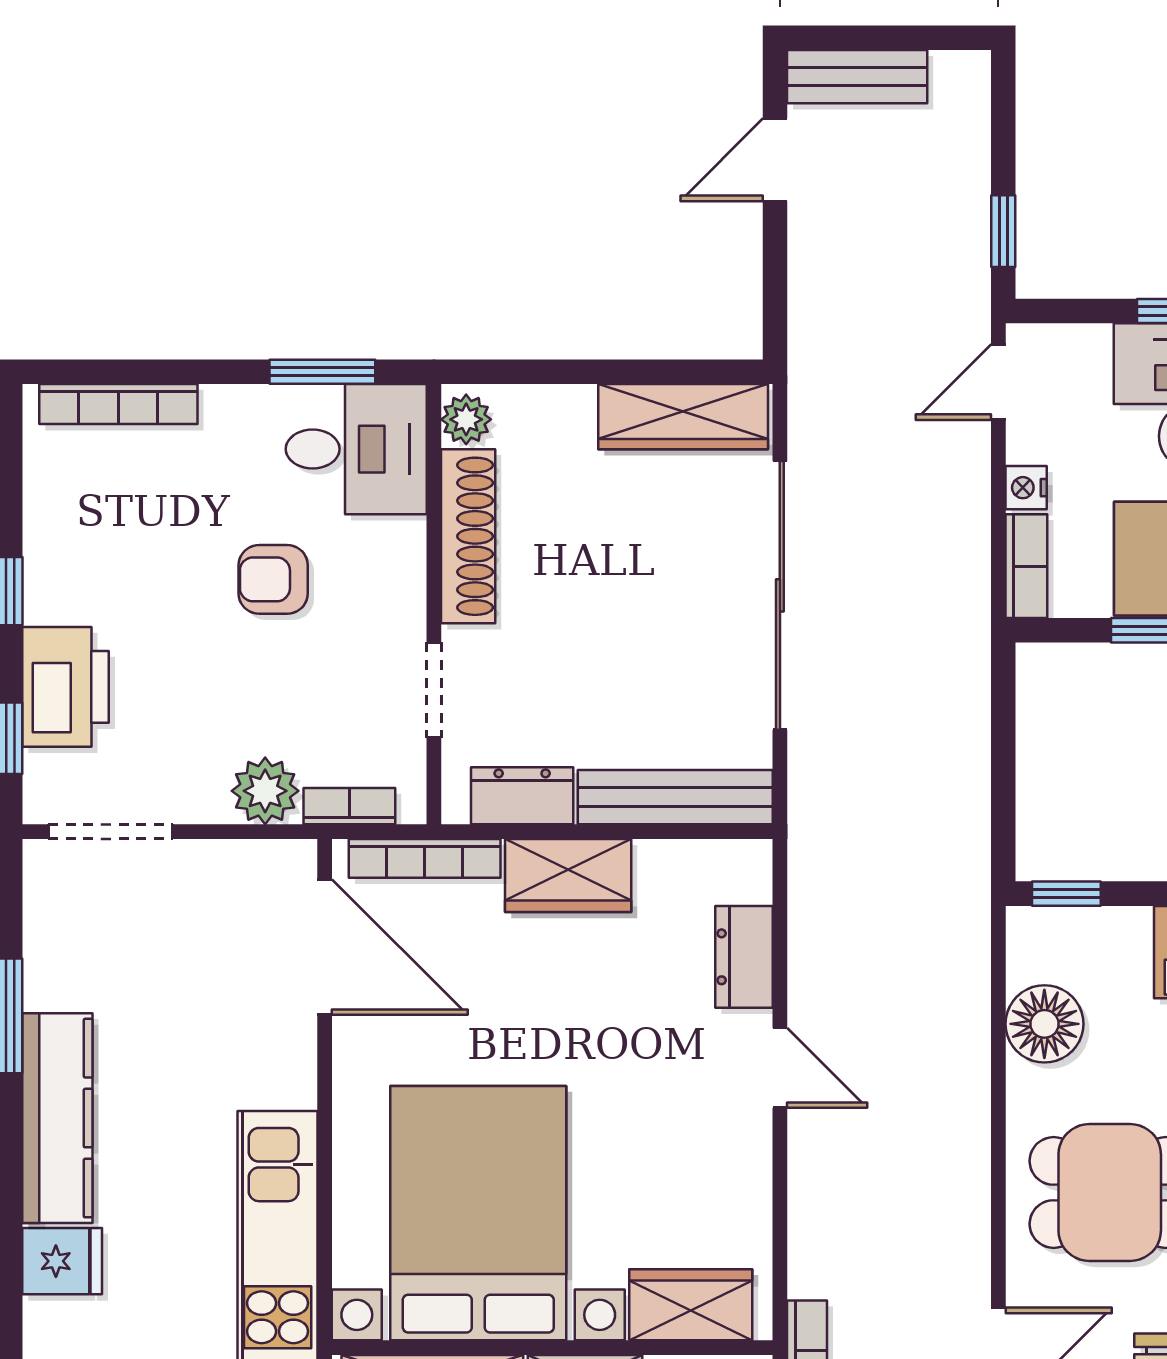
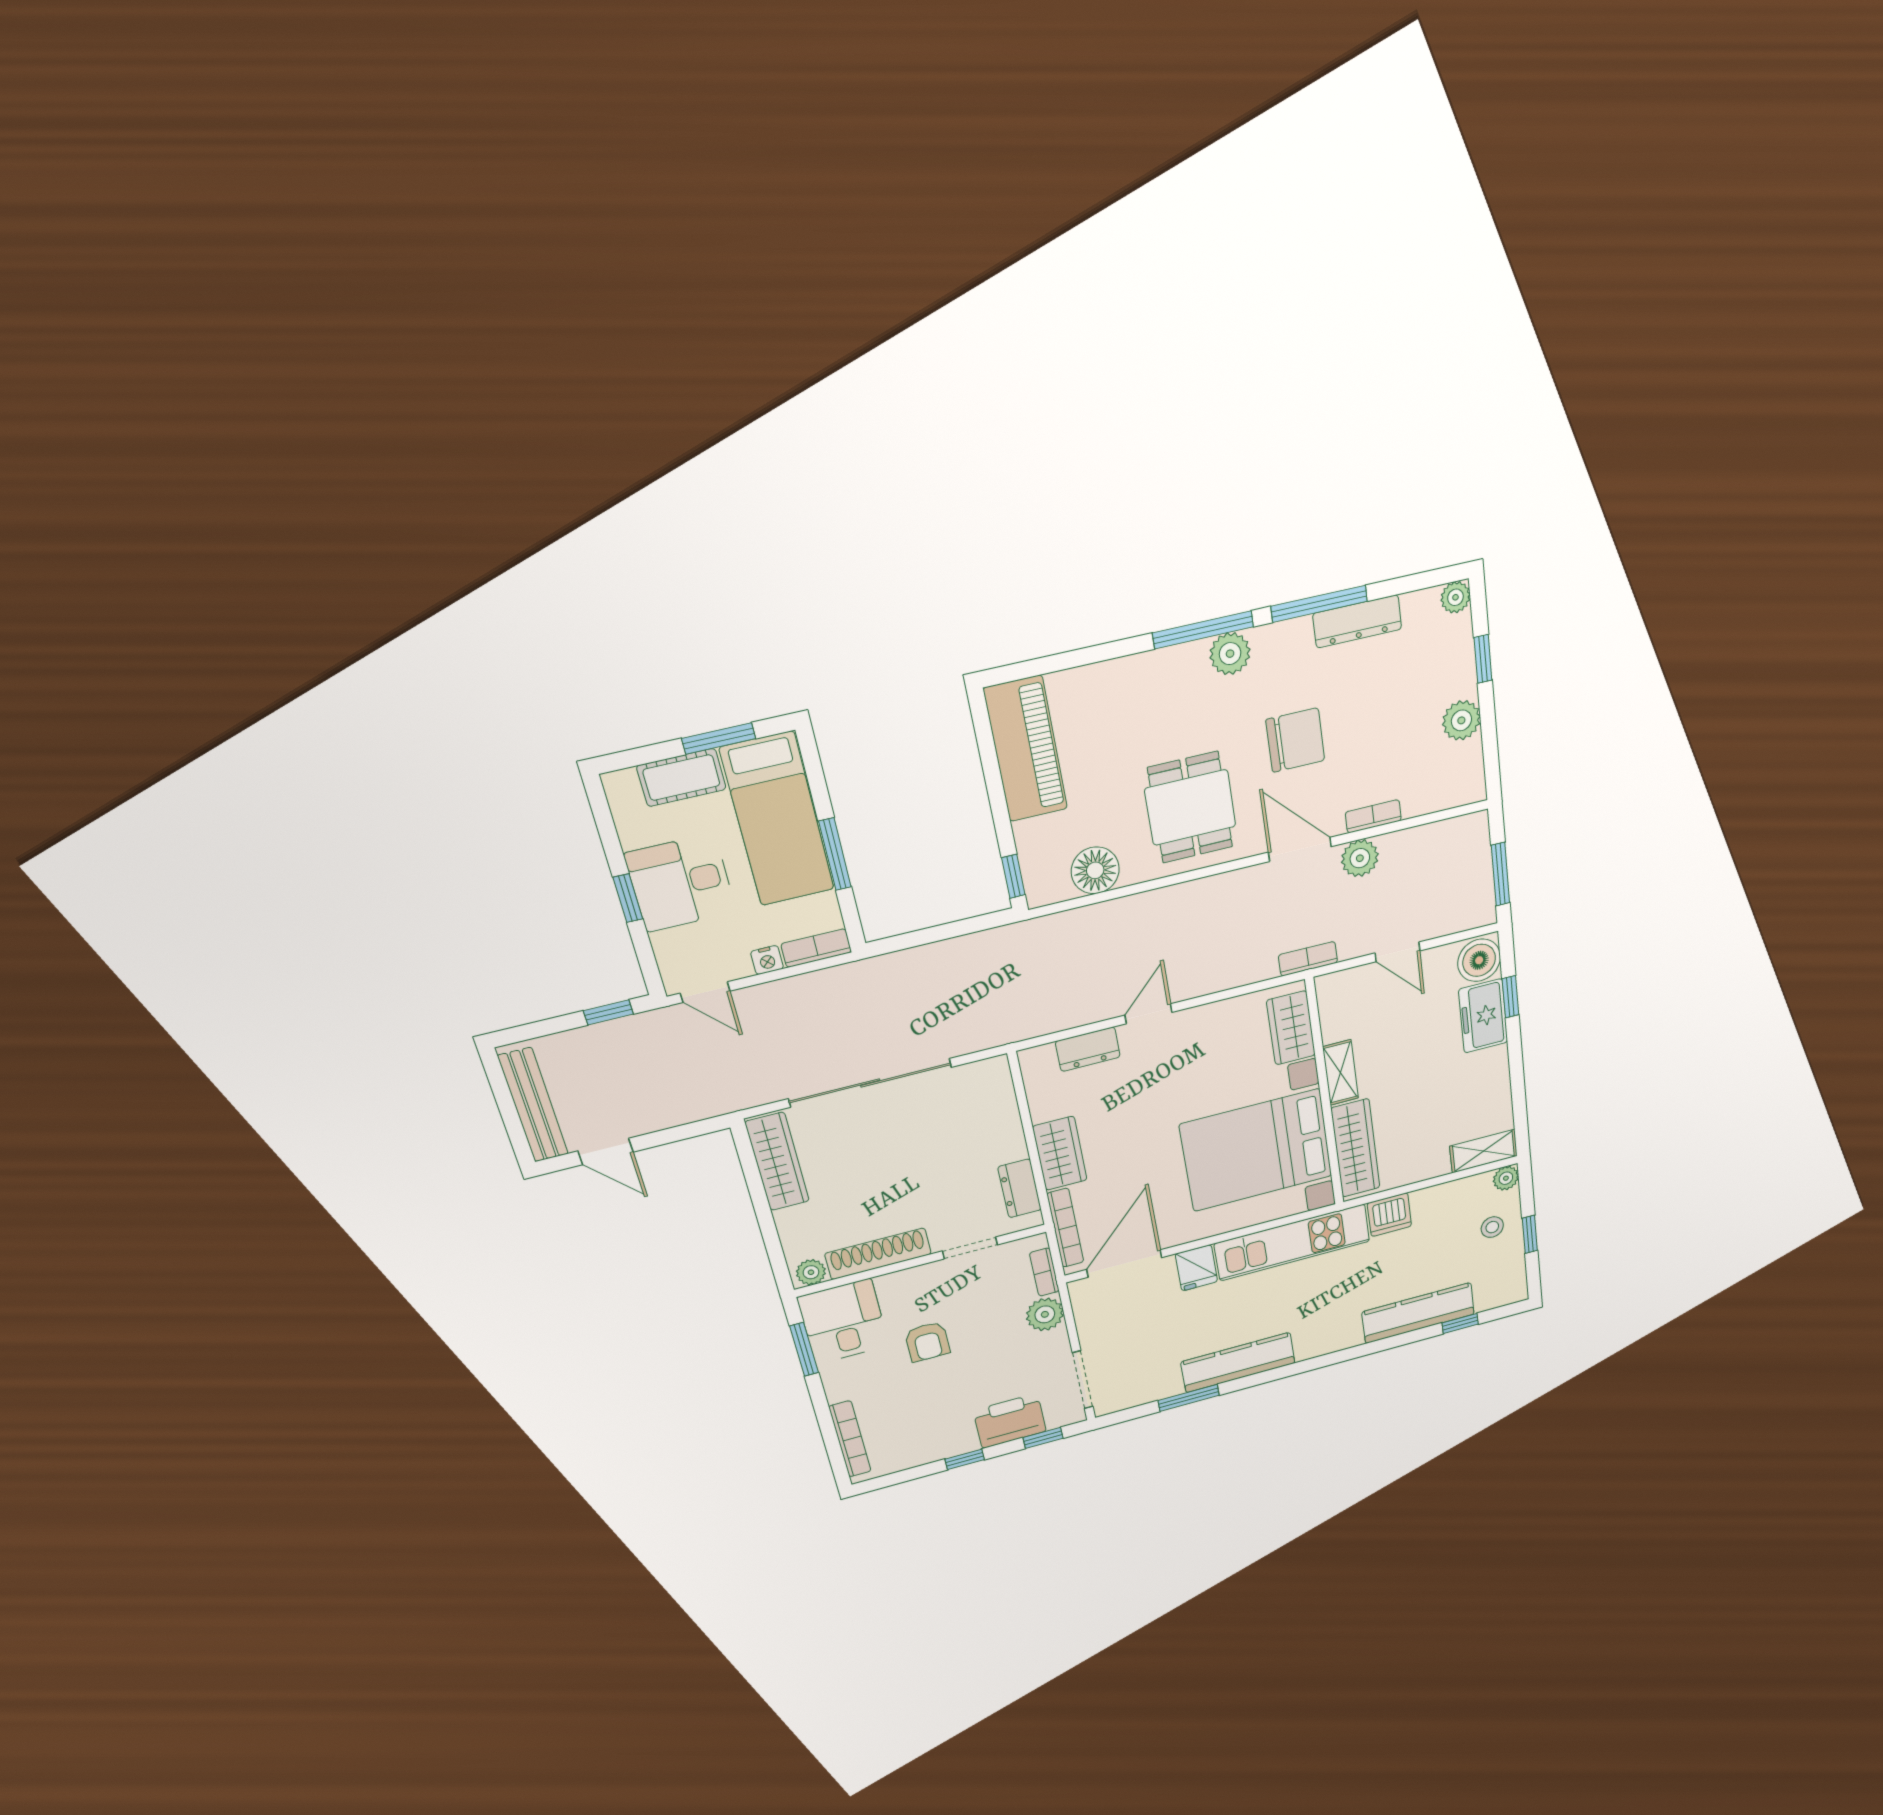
bench: (857, 77) -> (533, 1105), width x1.36
bench: (675, 797) -> (1003, 1109), removed
fridge: (62, 1261) -> (1196, 1268), moved, turned 180

